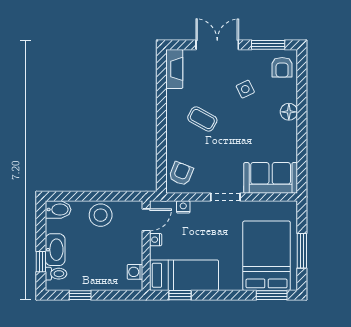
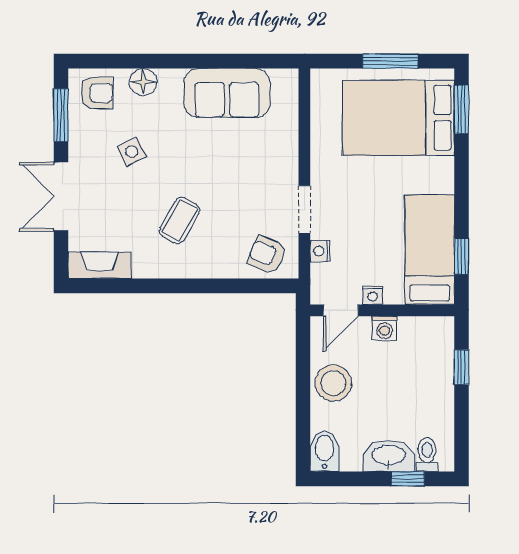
floor lamp: (289, 112) -> (143, 82), moved
sofa: (271, 178) -> (227, 93), moved, turned -90
doorway: (225, 197) -> (304, 209), moved
door: (146, 220) -> (341, 310), swing flipped
washing machine: (135, 272) -> (385, 328), moved
window: (80, 295) -> (461, 367), moved

